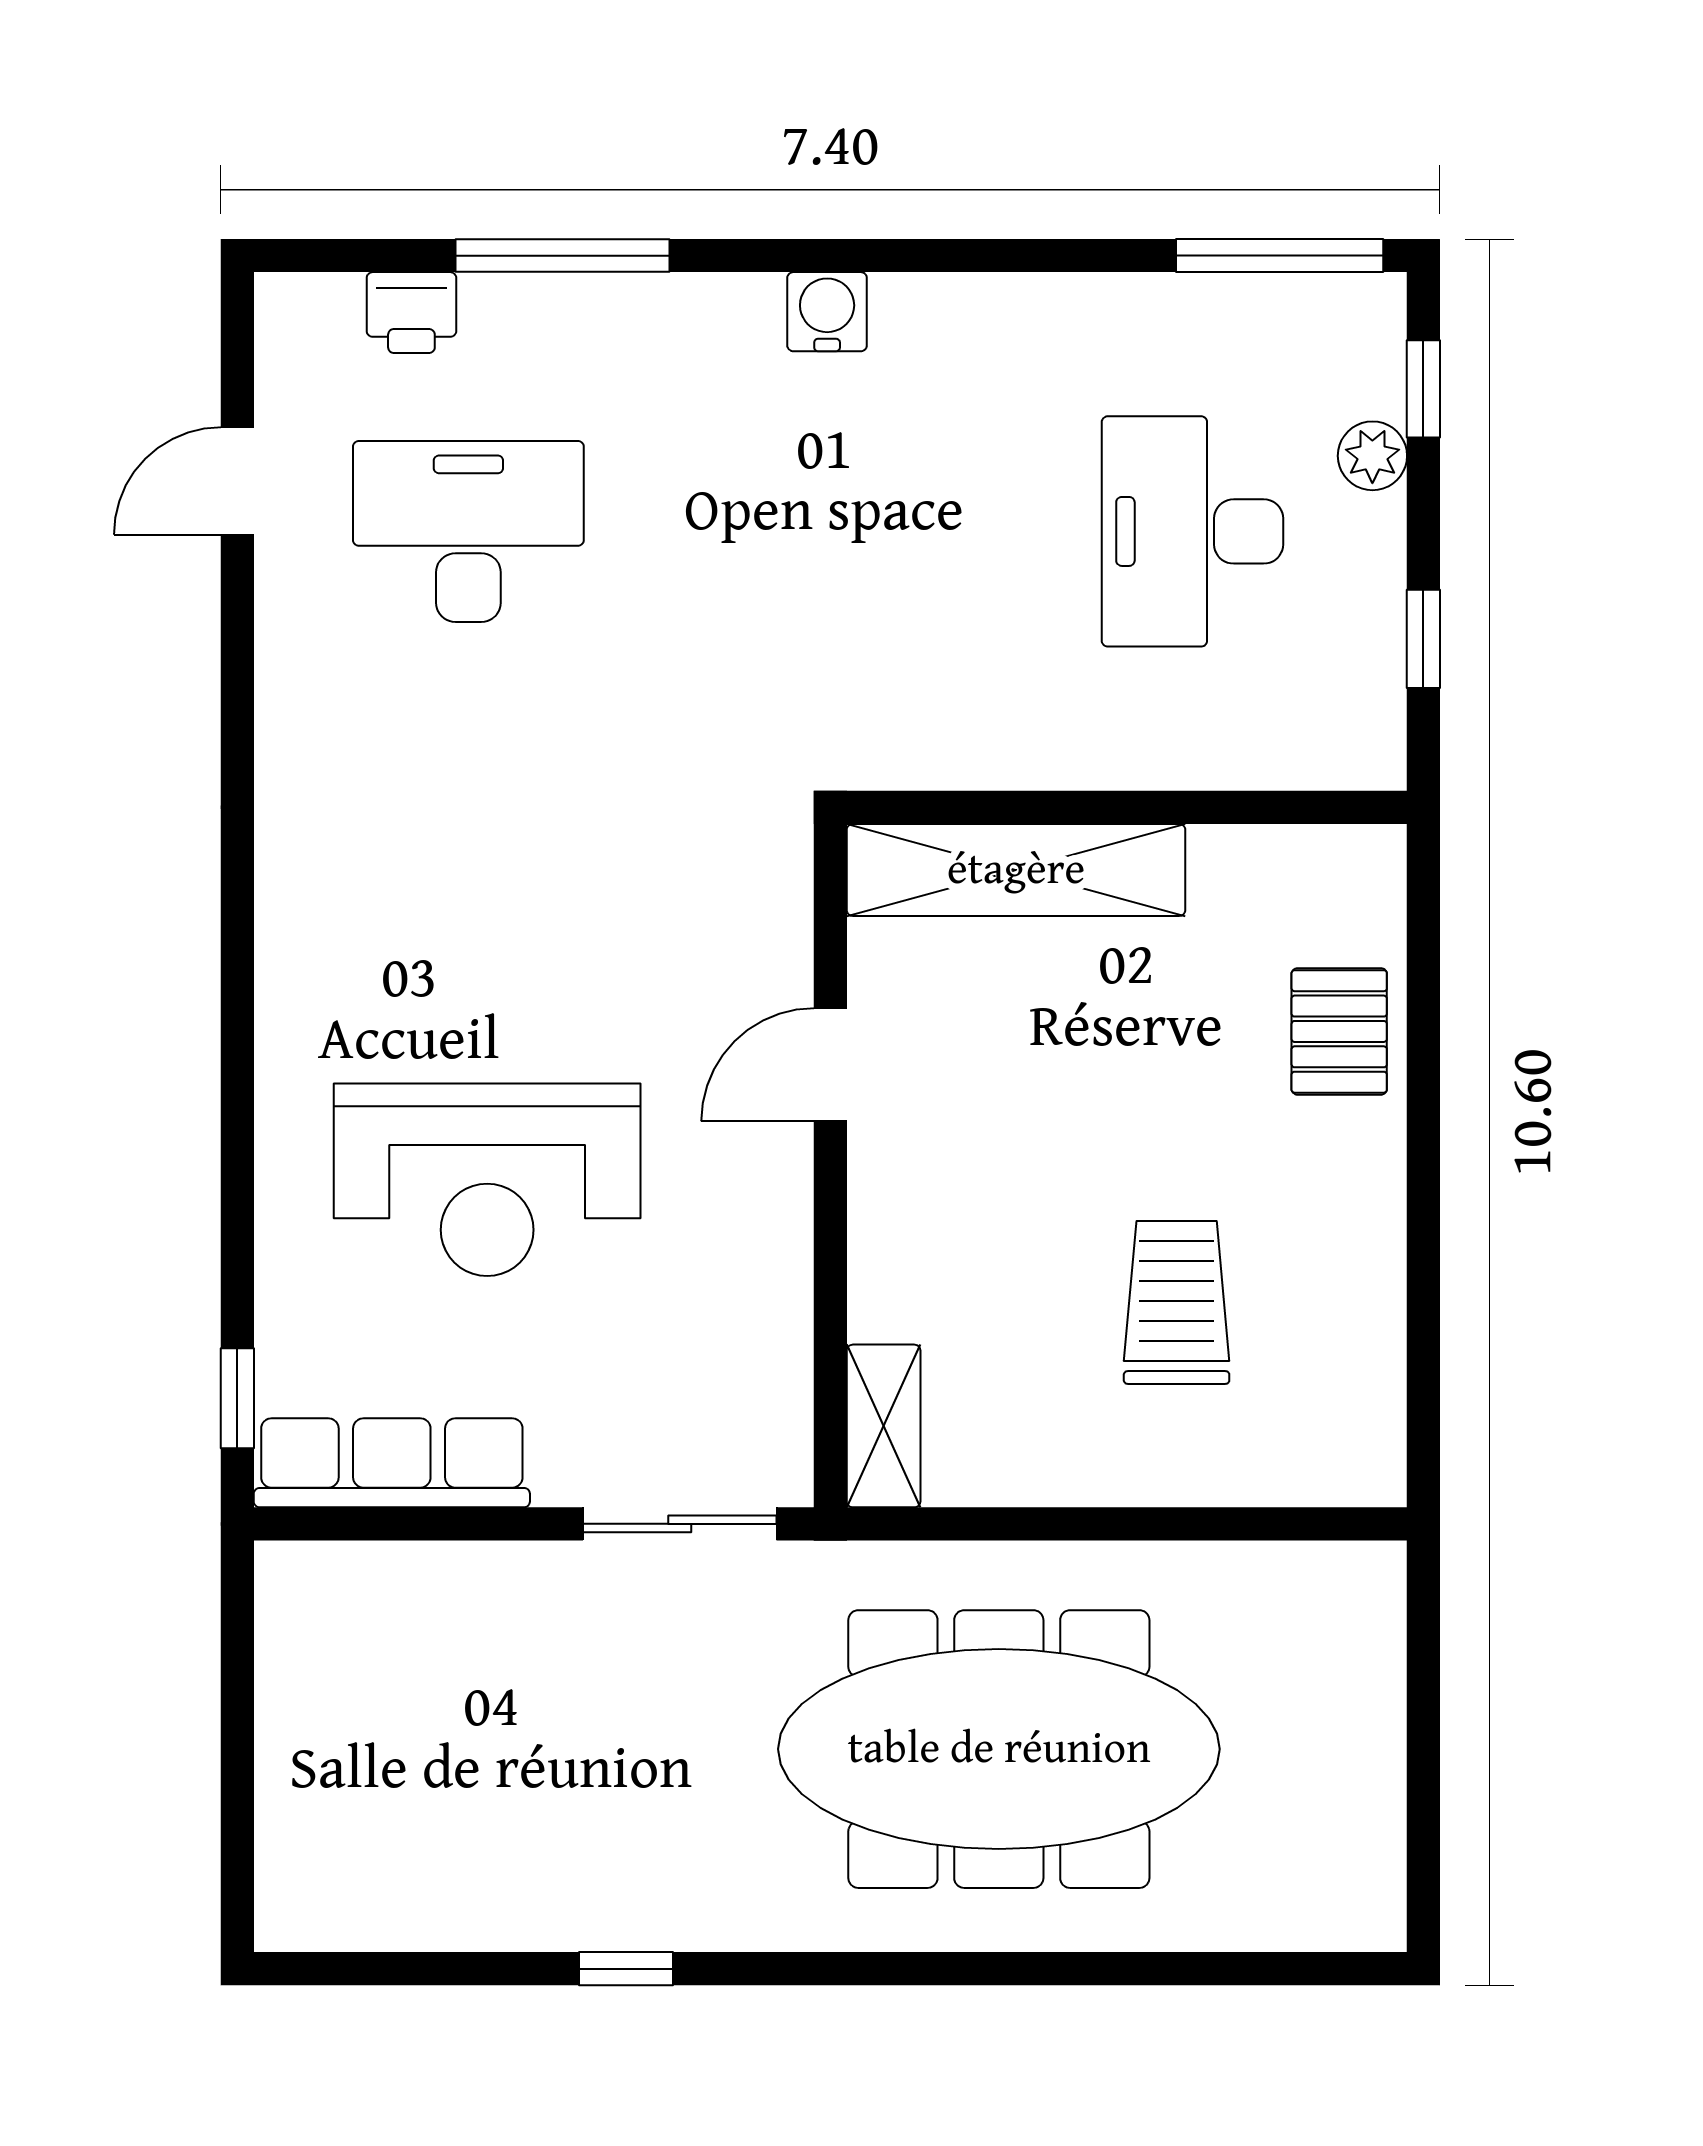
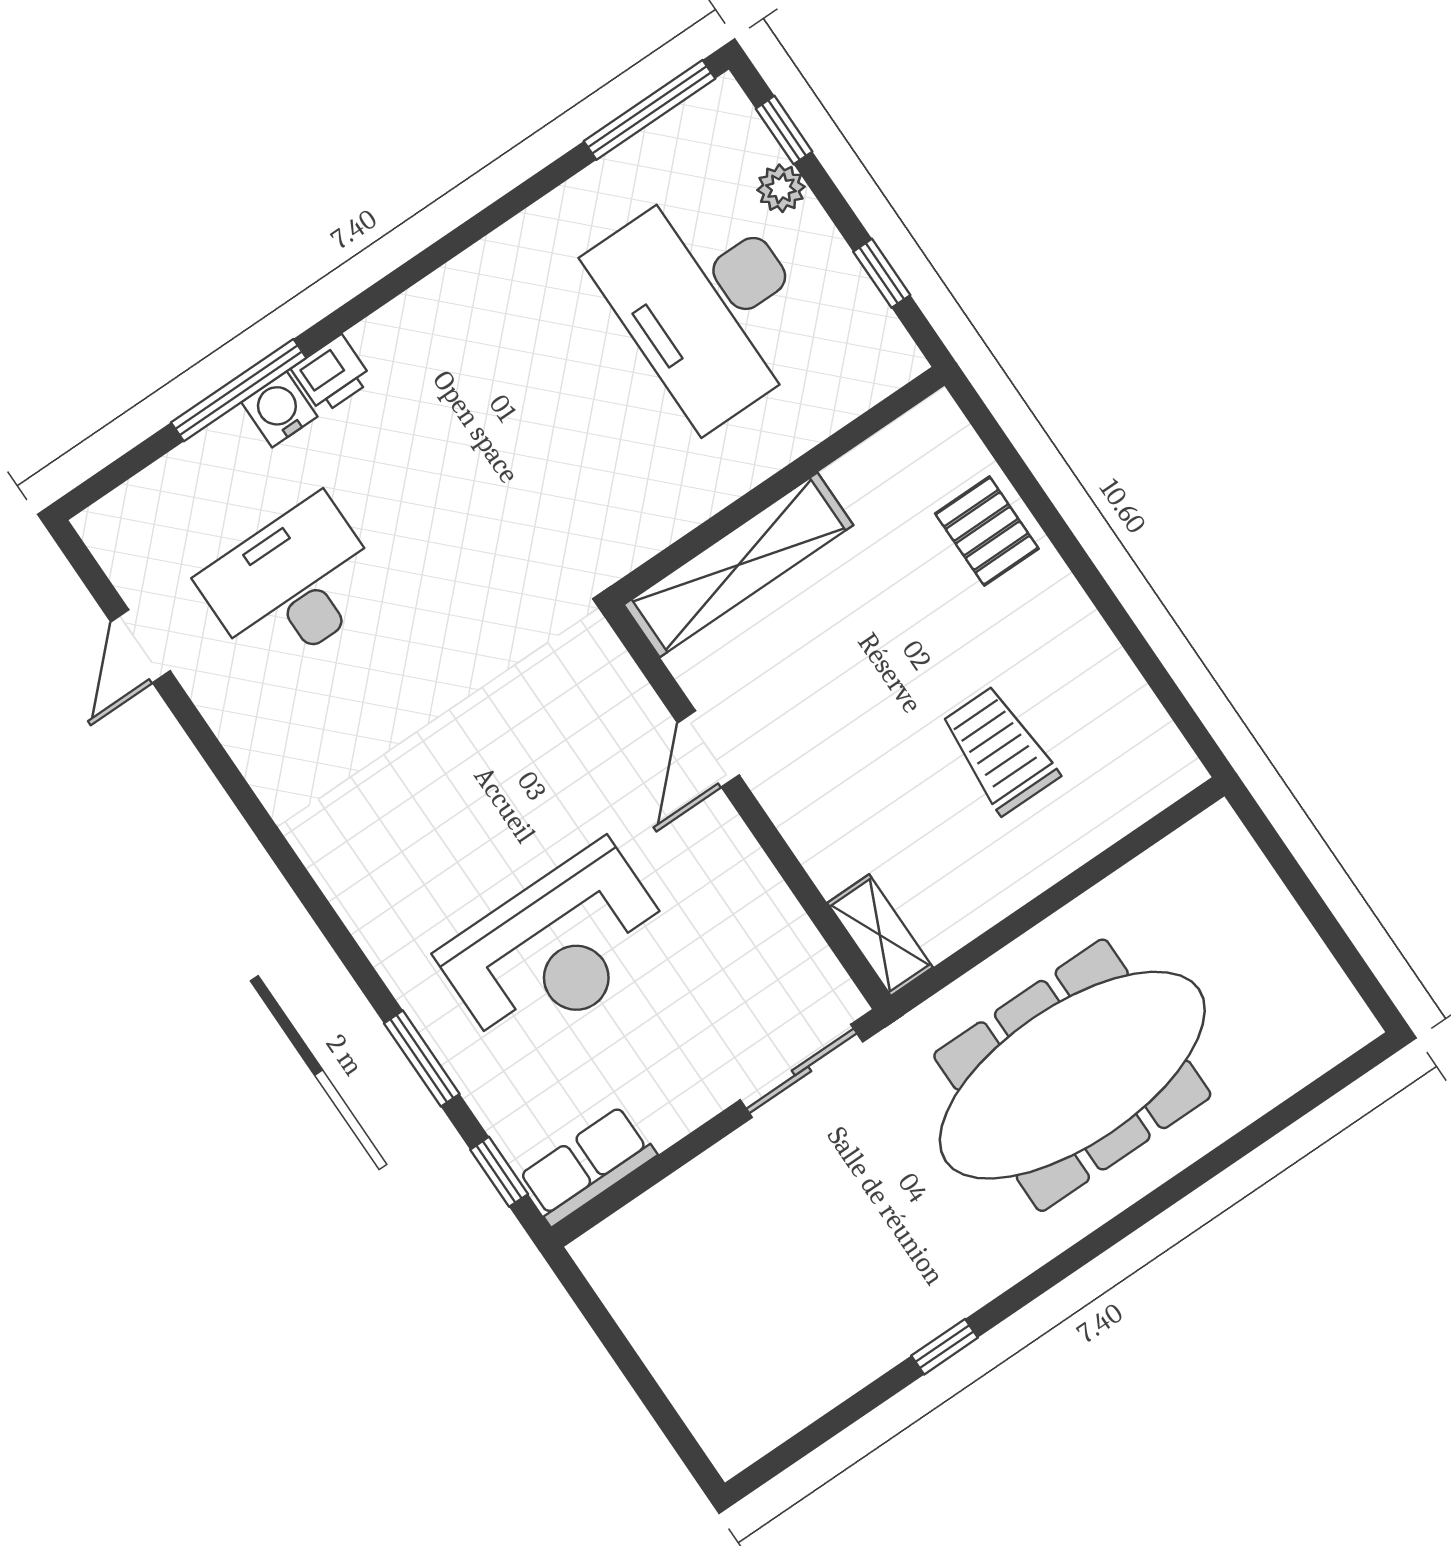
water cooler: (827, 312) -> (279, 409), moved
printer: (411, 313) -> (332, 374), moved
desk: (1192, 531) -> (707, 302), width x1.36, depth x1.30
window: (237, 1201) -> (422, 1059), added
row of seats: (392, 1463) -> (587, 1166), width x0.68

